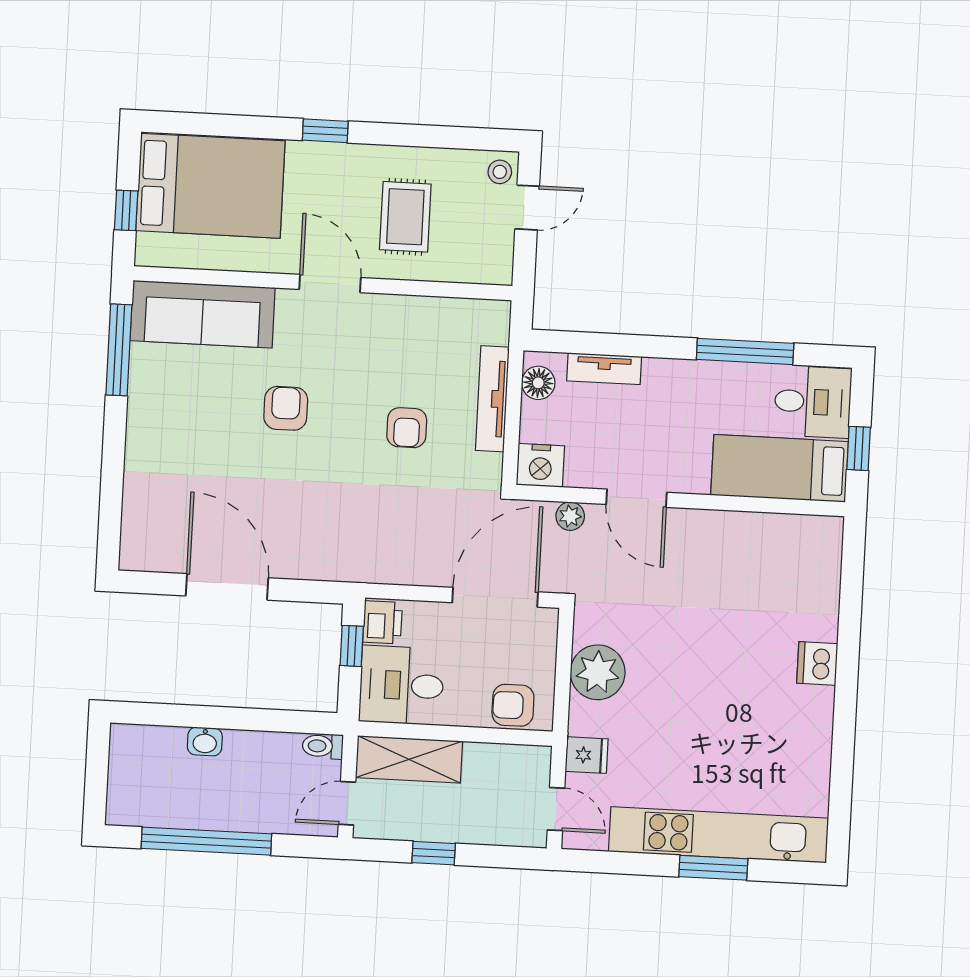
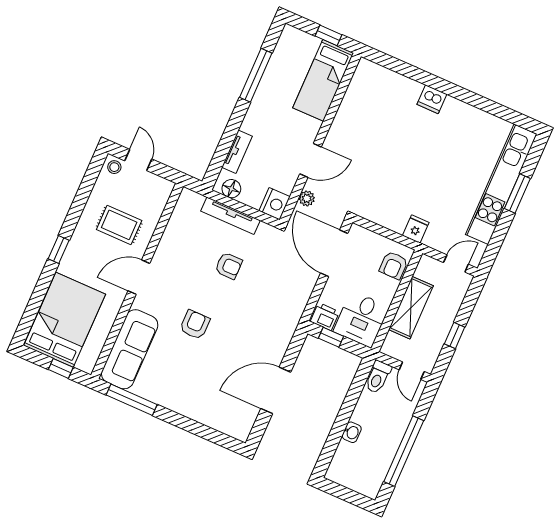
desk: (813, 402) -> (295, 50), removed
armchair: (286, 408) -> (195, 325), turned 90
plant: (598, 672) -> (393, 215), removed
toilet: (323, 746) -> (378, 377), width x1.37, depth x1.39
fridge: (587, 755) -> (416, 229), moved
shelving: (409, 759) -> (411, 308), moved

